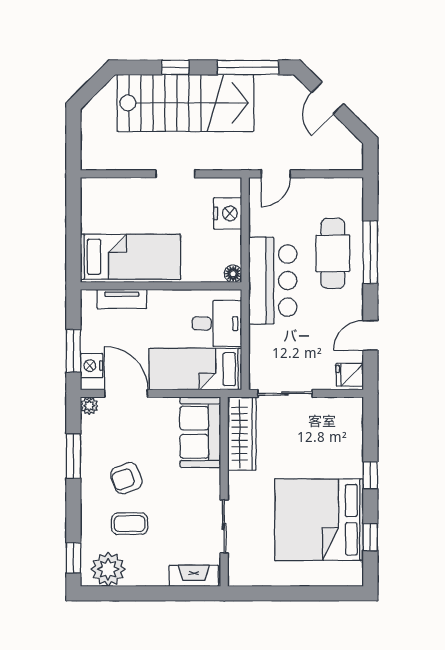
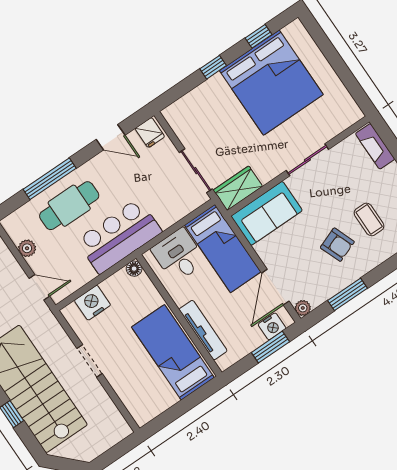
plant: (320, 187) -> (27, 248), added
tv unit: (122, 299) -> (203, 330), width x1.41
wardrobe: (242, 434) -> (238, 188), width x0.67
sliding door: (224, 526) -> (307, 160), moved

